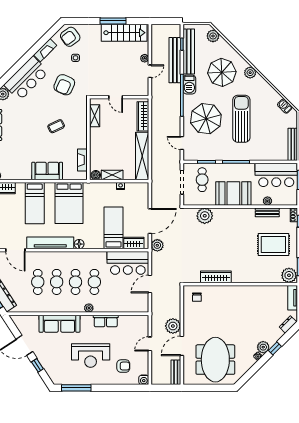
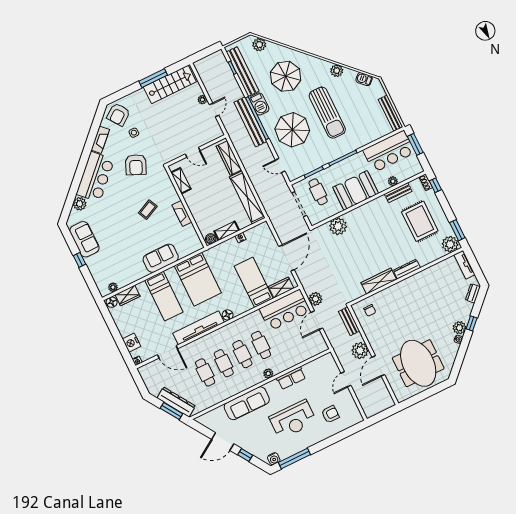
bench: (175, 60) -> (250, 122), moved
plant: (250, 73) -> (337, 71), moved
sun lounger: (241, 119) -> (327, 113), turned 180
fireplace: (82, 160) -> (182, 213), moved
rug: (273, 244) -> (420, 221), turned 90
plant: (157, 245) -> (315, 299), moved
dresser: (244, 278) -> (407, 269), added
bench: (176, 372) -> (349, 321), moved
water cooler: (144, 380) -> (274, 459), moved

